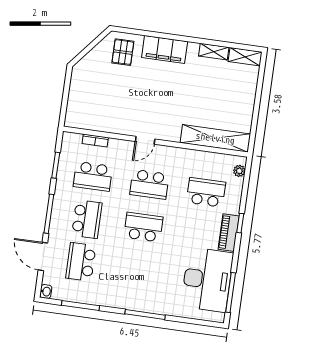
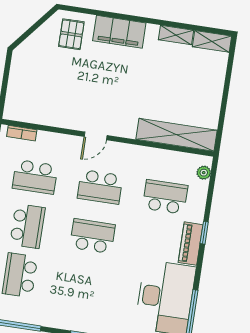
bookcase: (95, 140) -> (22, 133), moved

